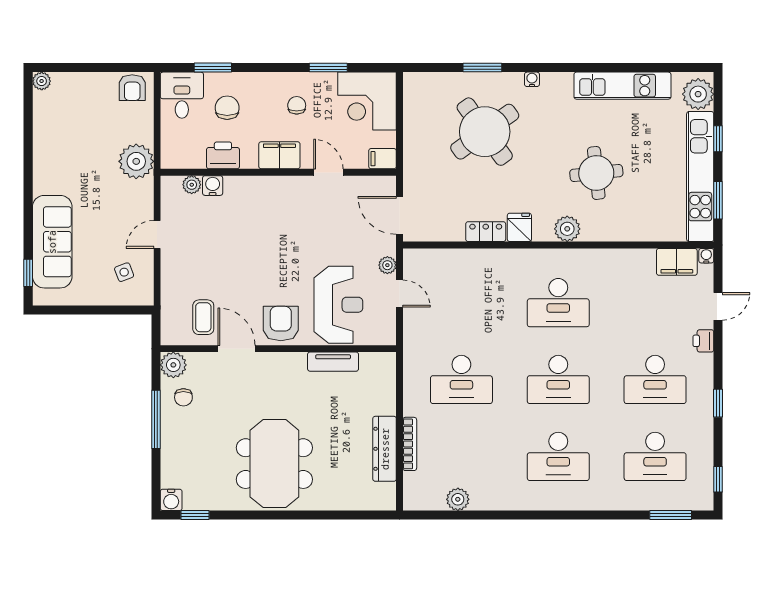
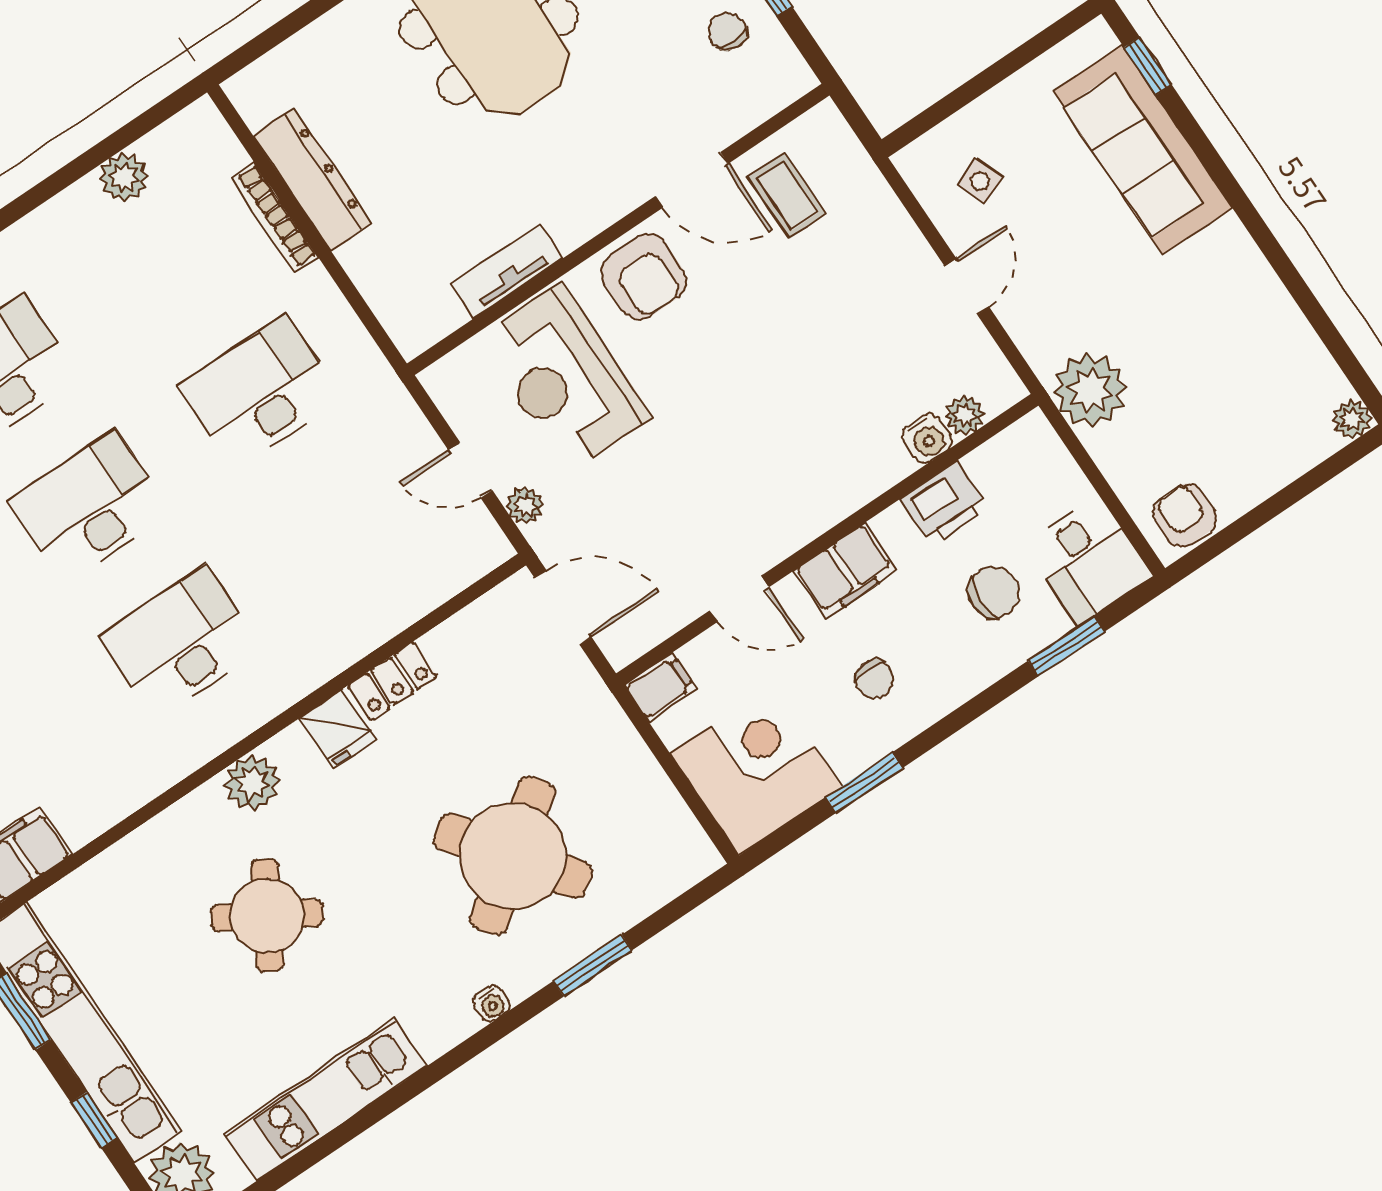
chair: (227, 108) -> (994, 592), turned -90
round table: (596, 173) -> (267, 915), turned 37
plant: (173, 365) -> (783, 76), removed

